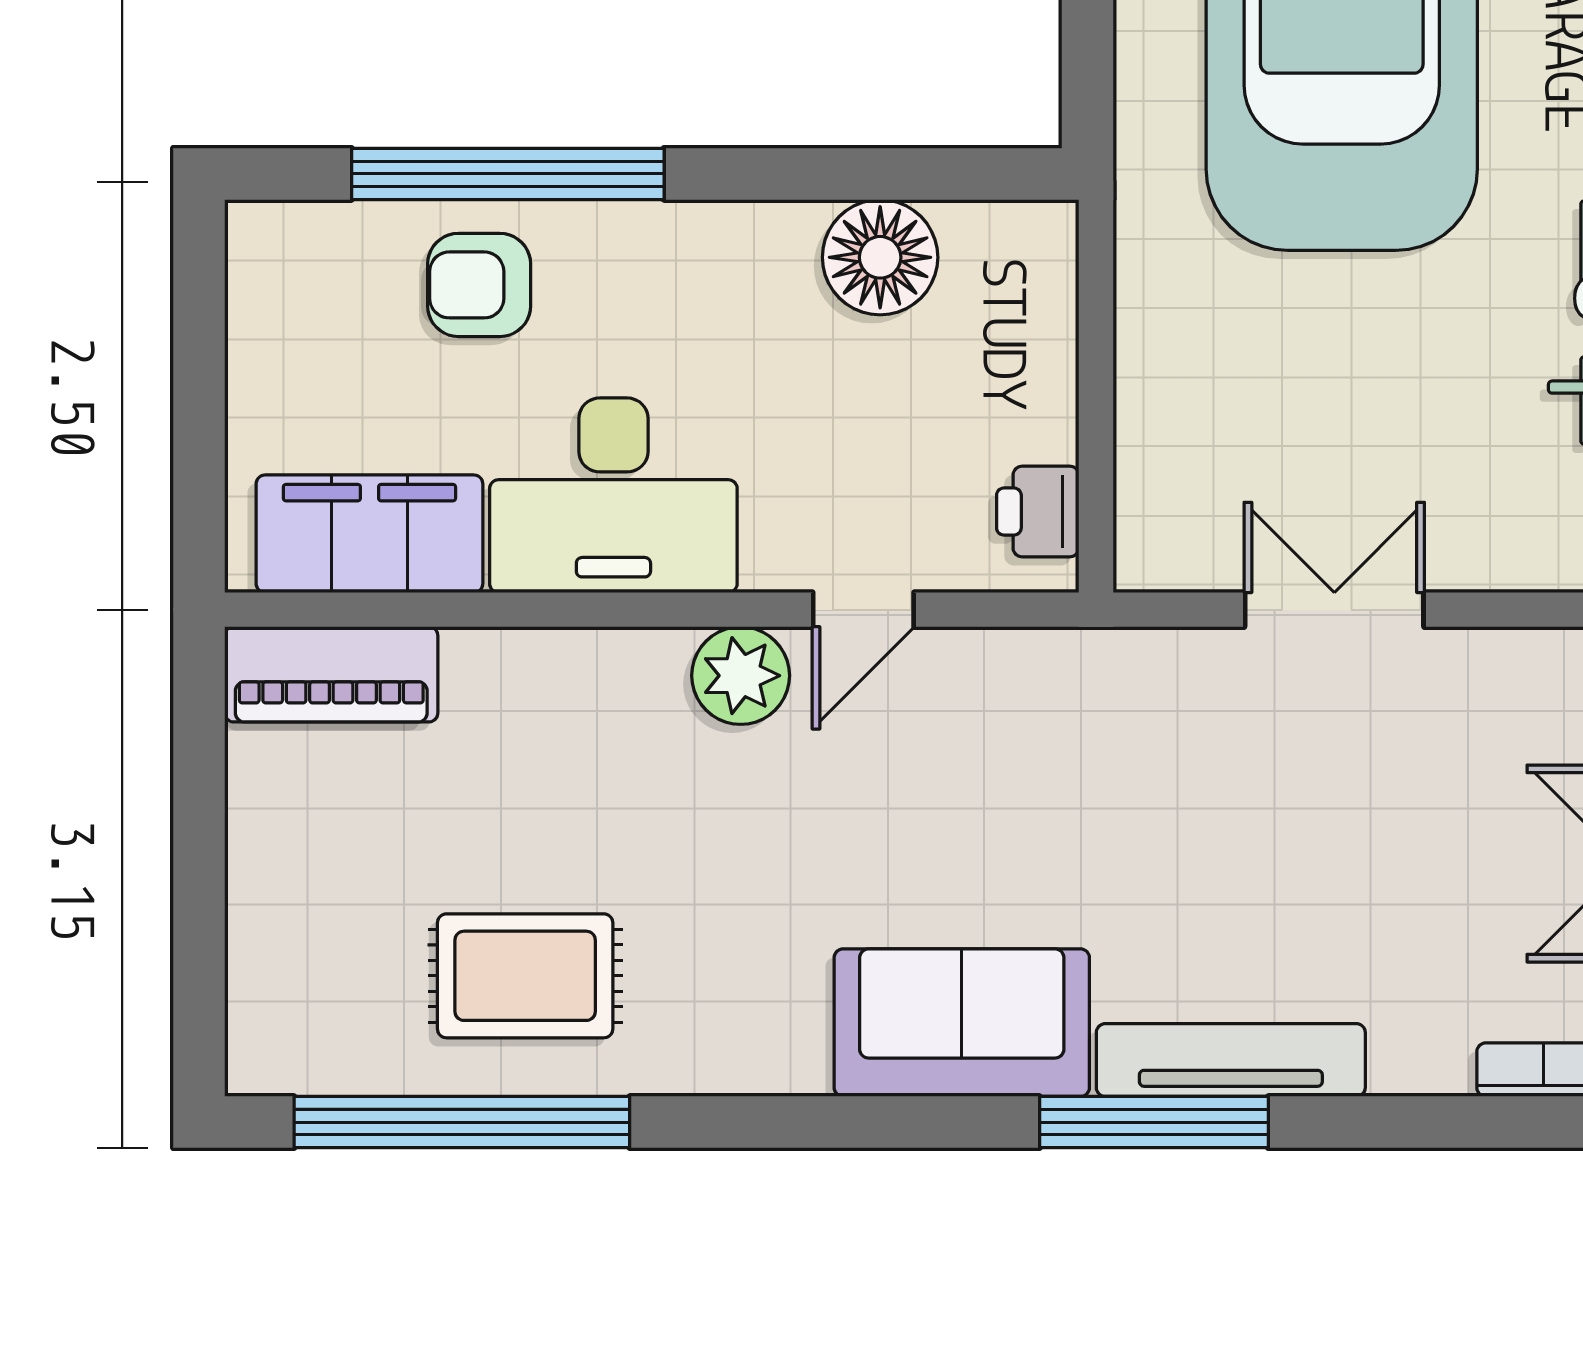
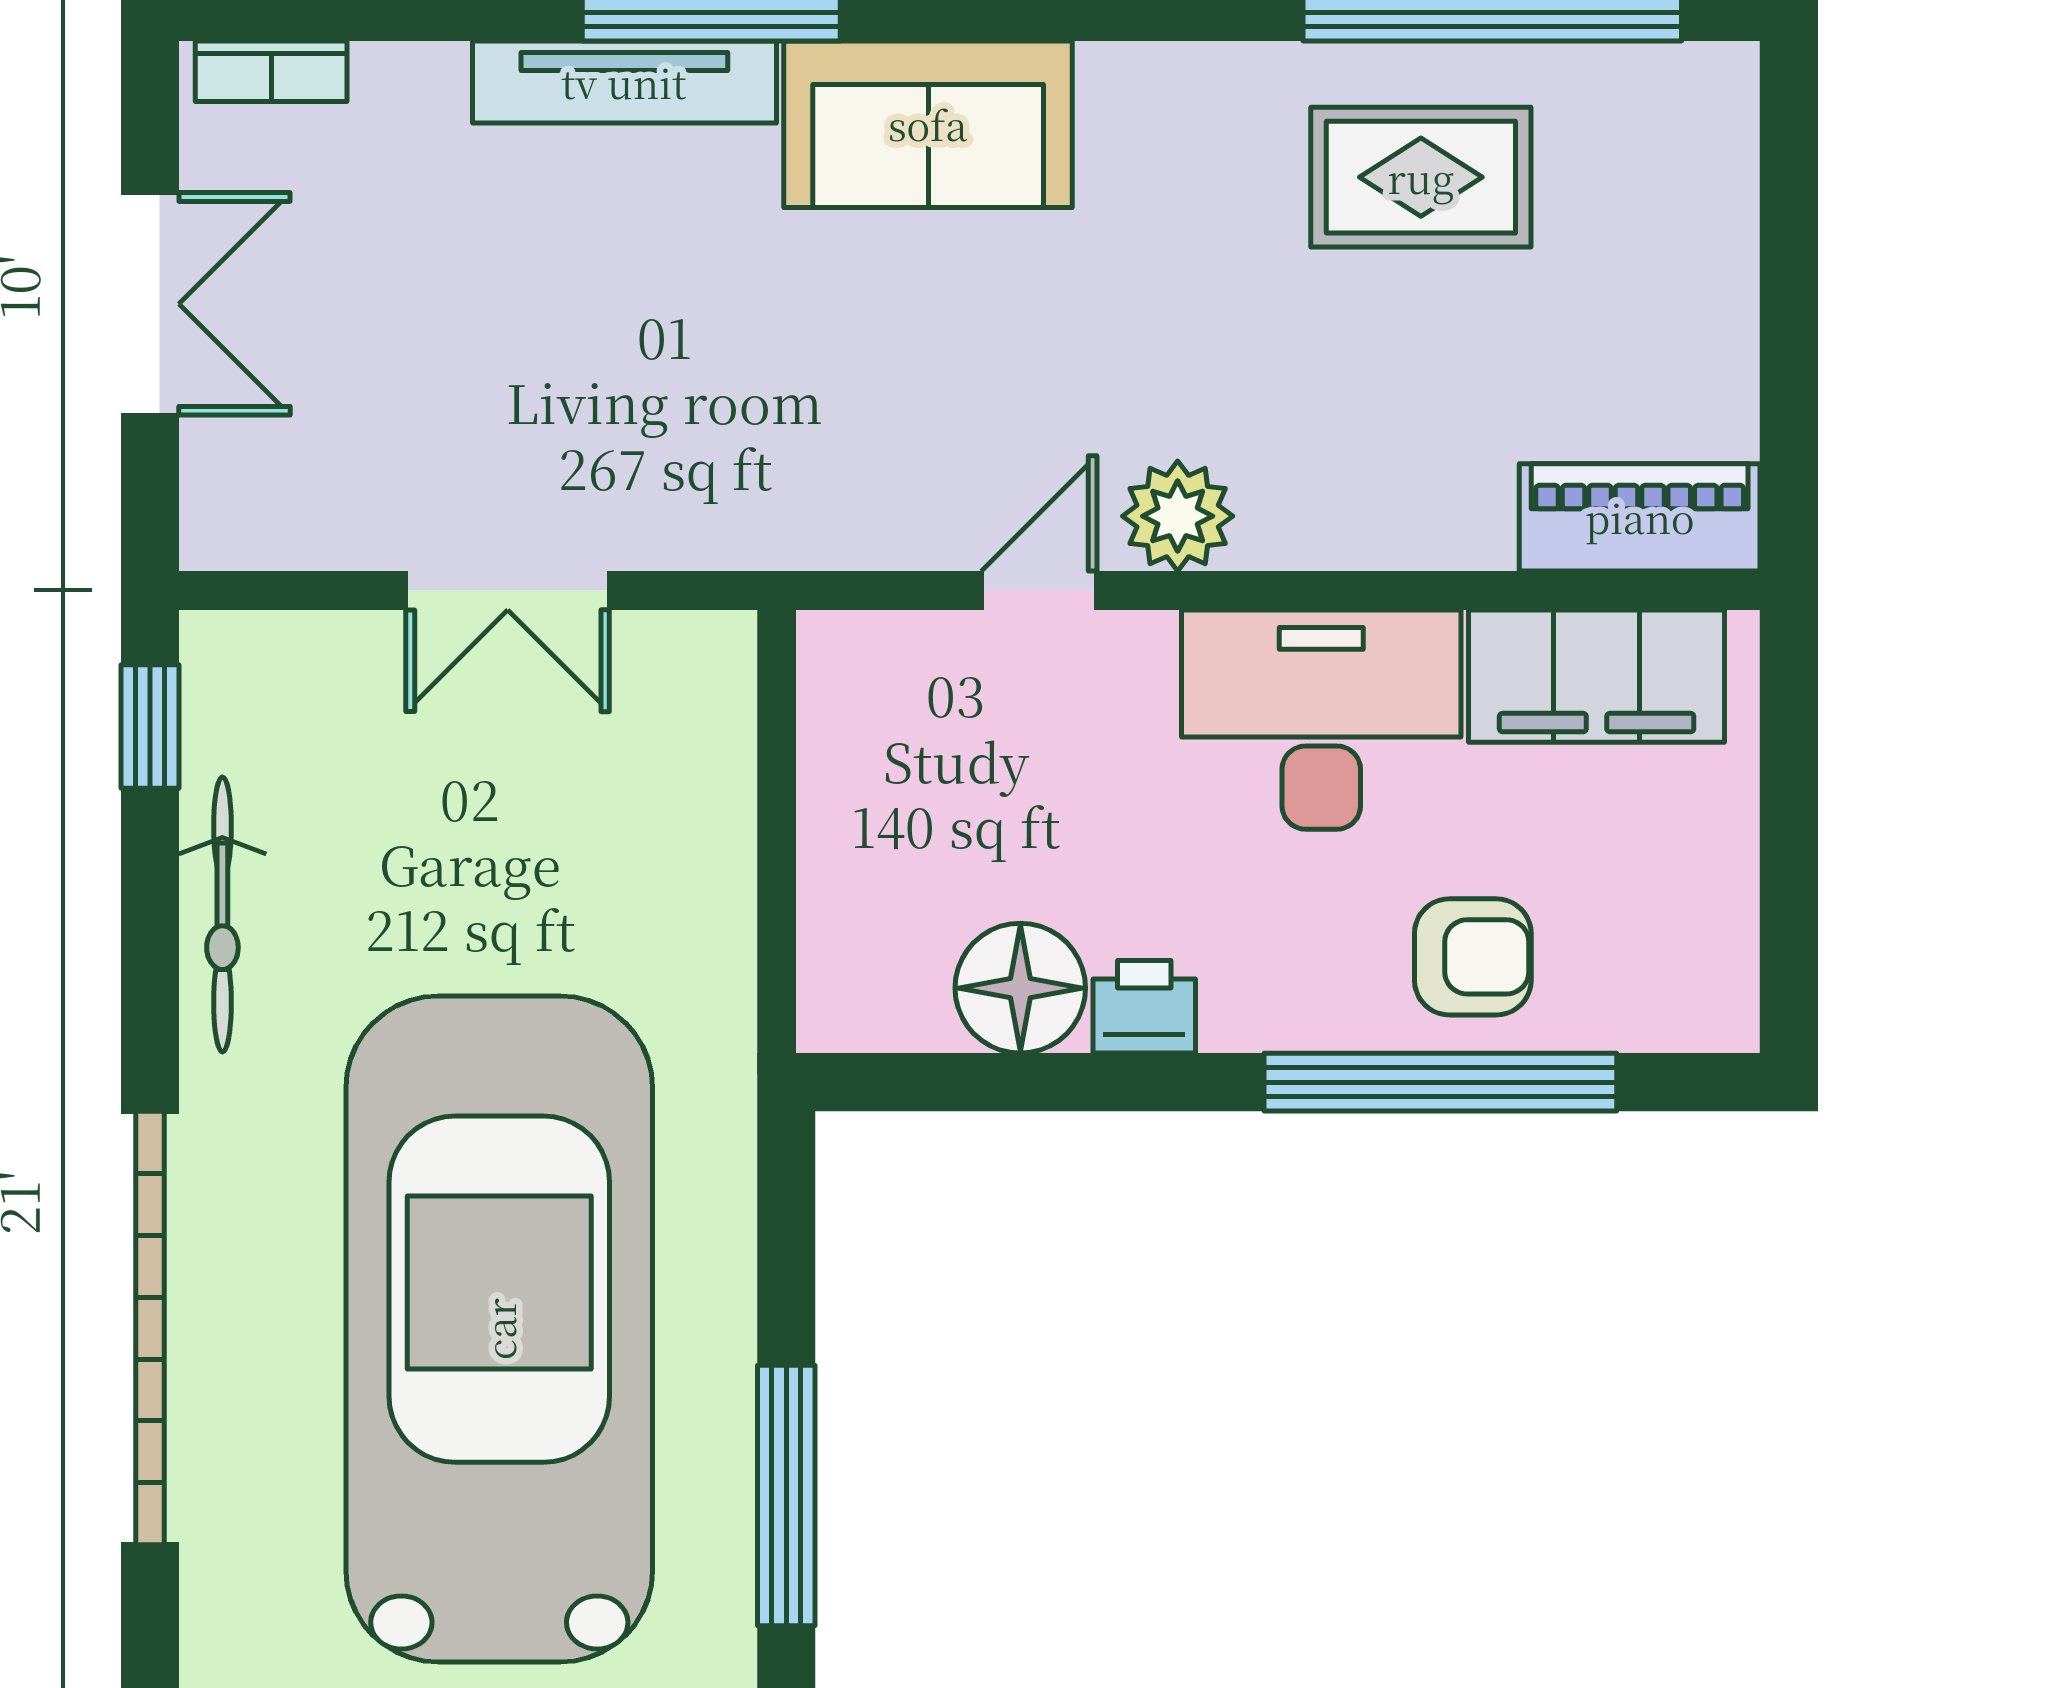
printer: (1038, 512) -> (1144, 1007), moved, turned -90

